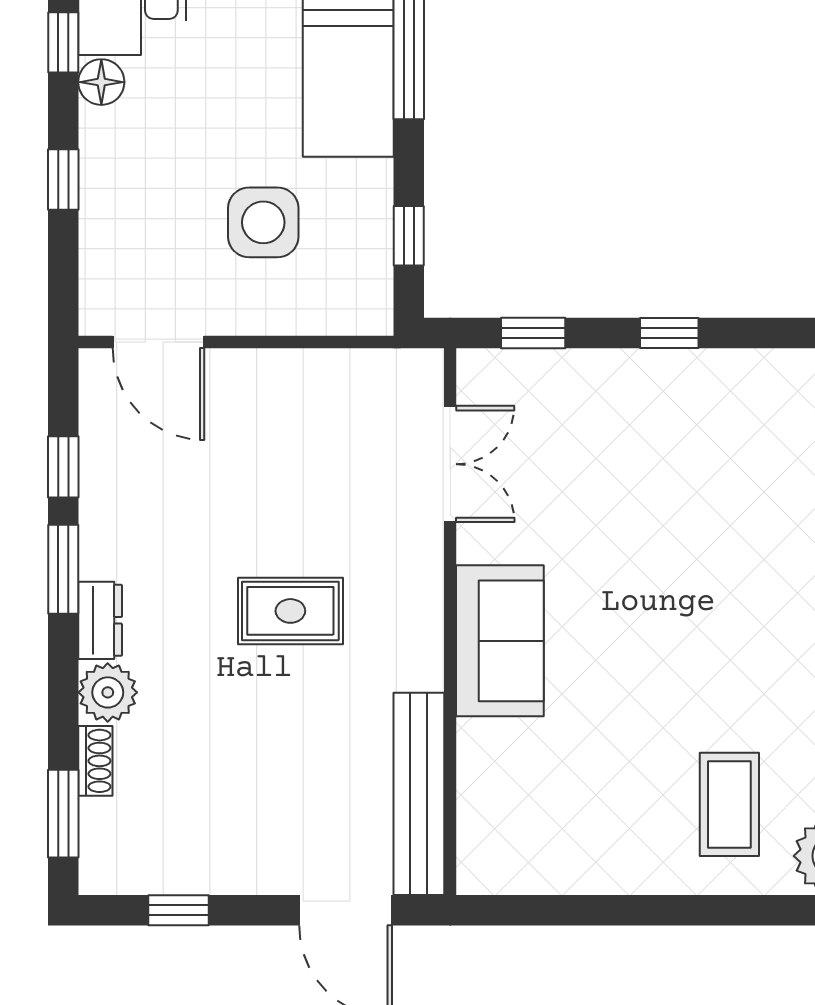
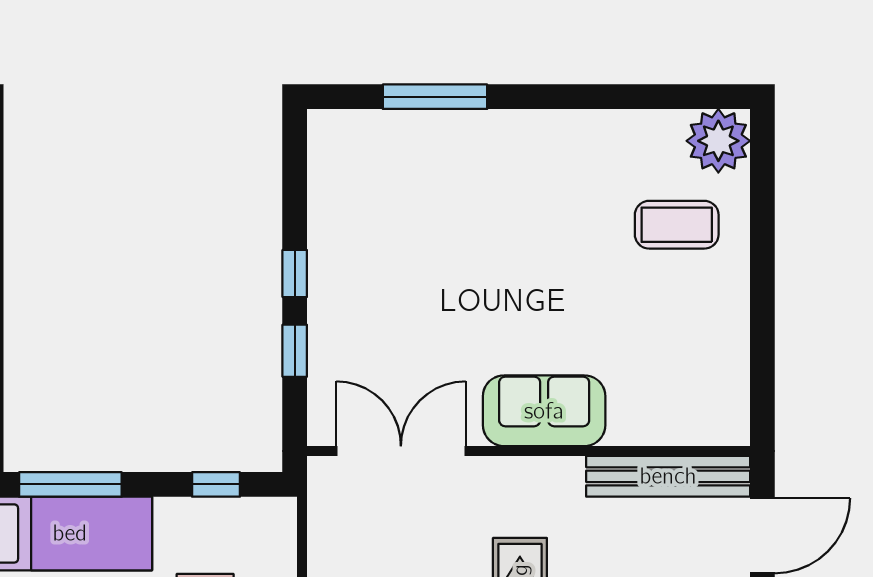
window: (533, 333) -> (295, 351), moved
double door: (450, 464) -> (401, 451), width x1.37

